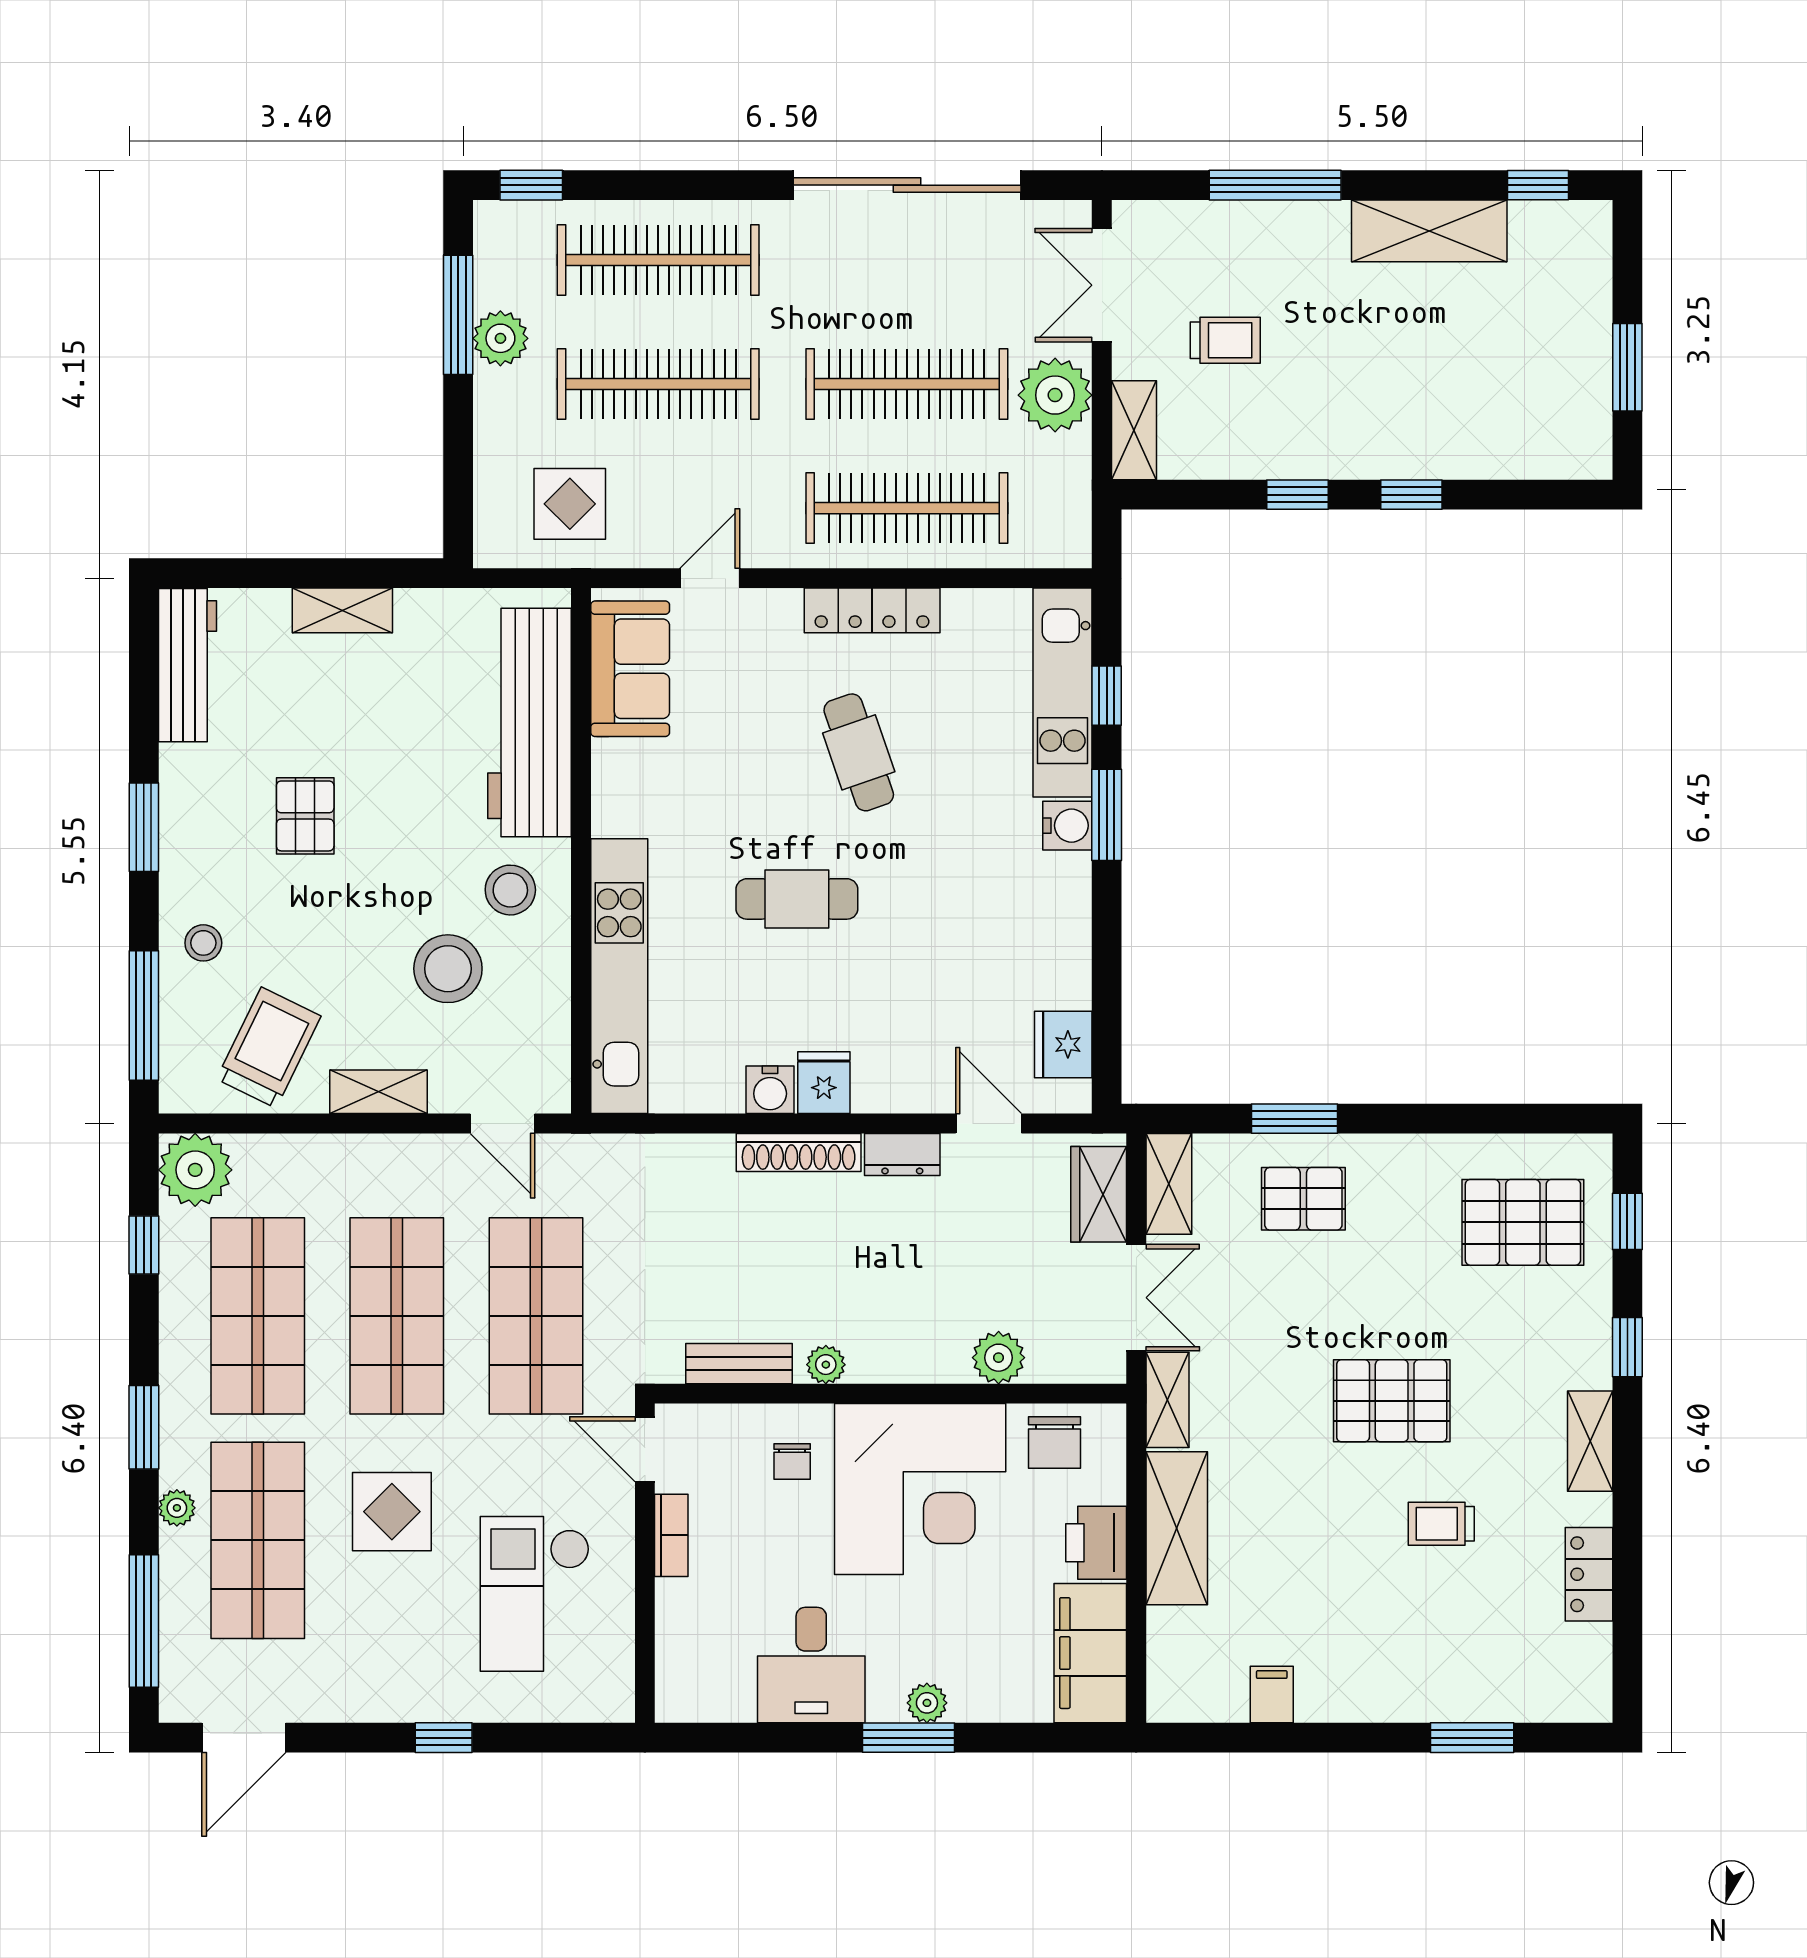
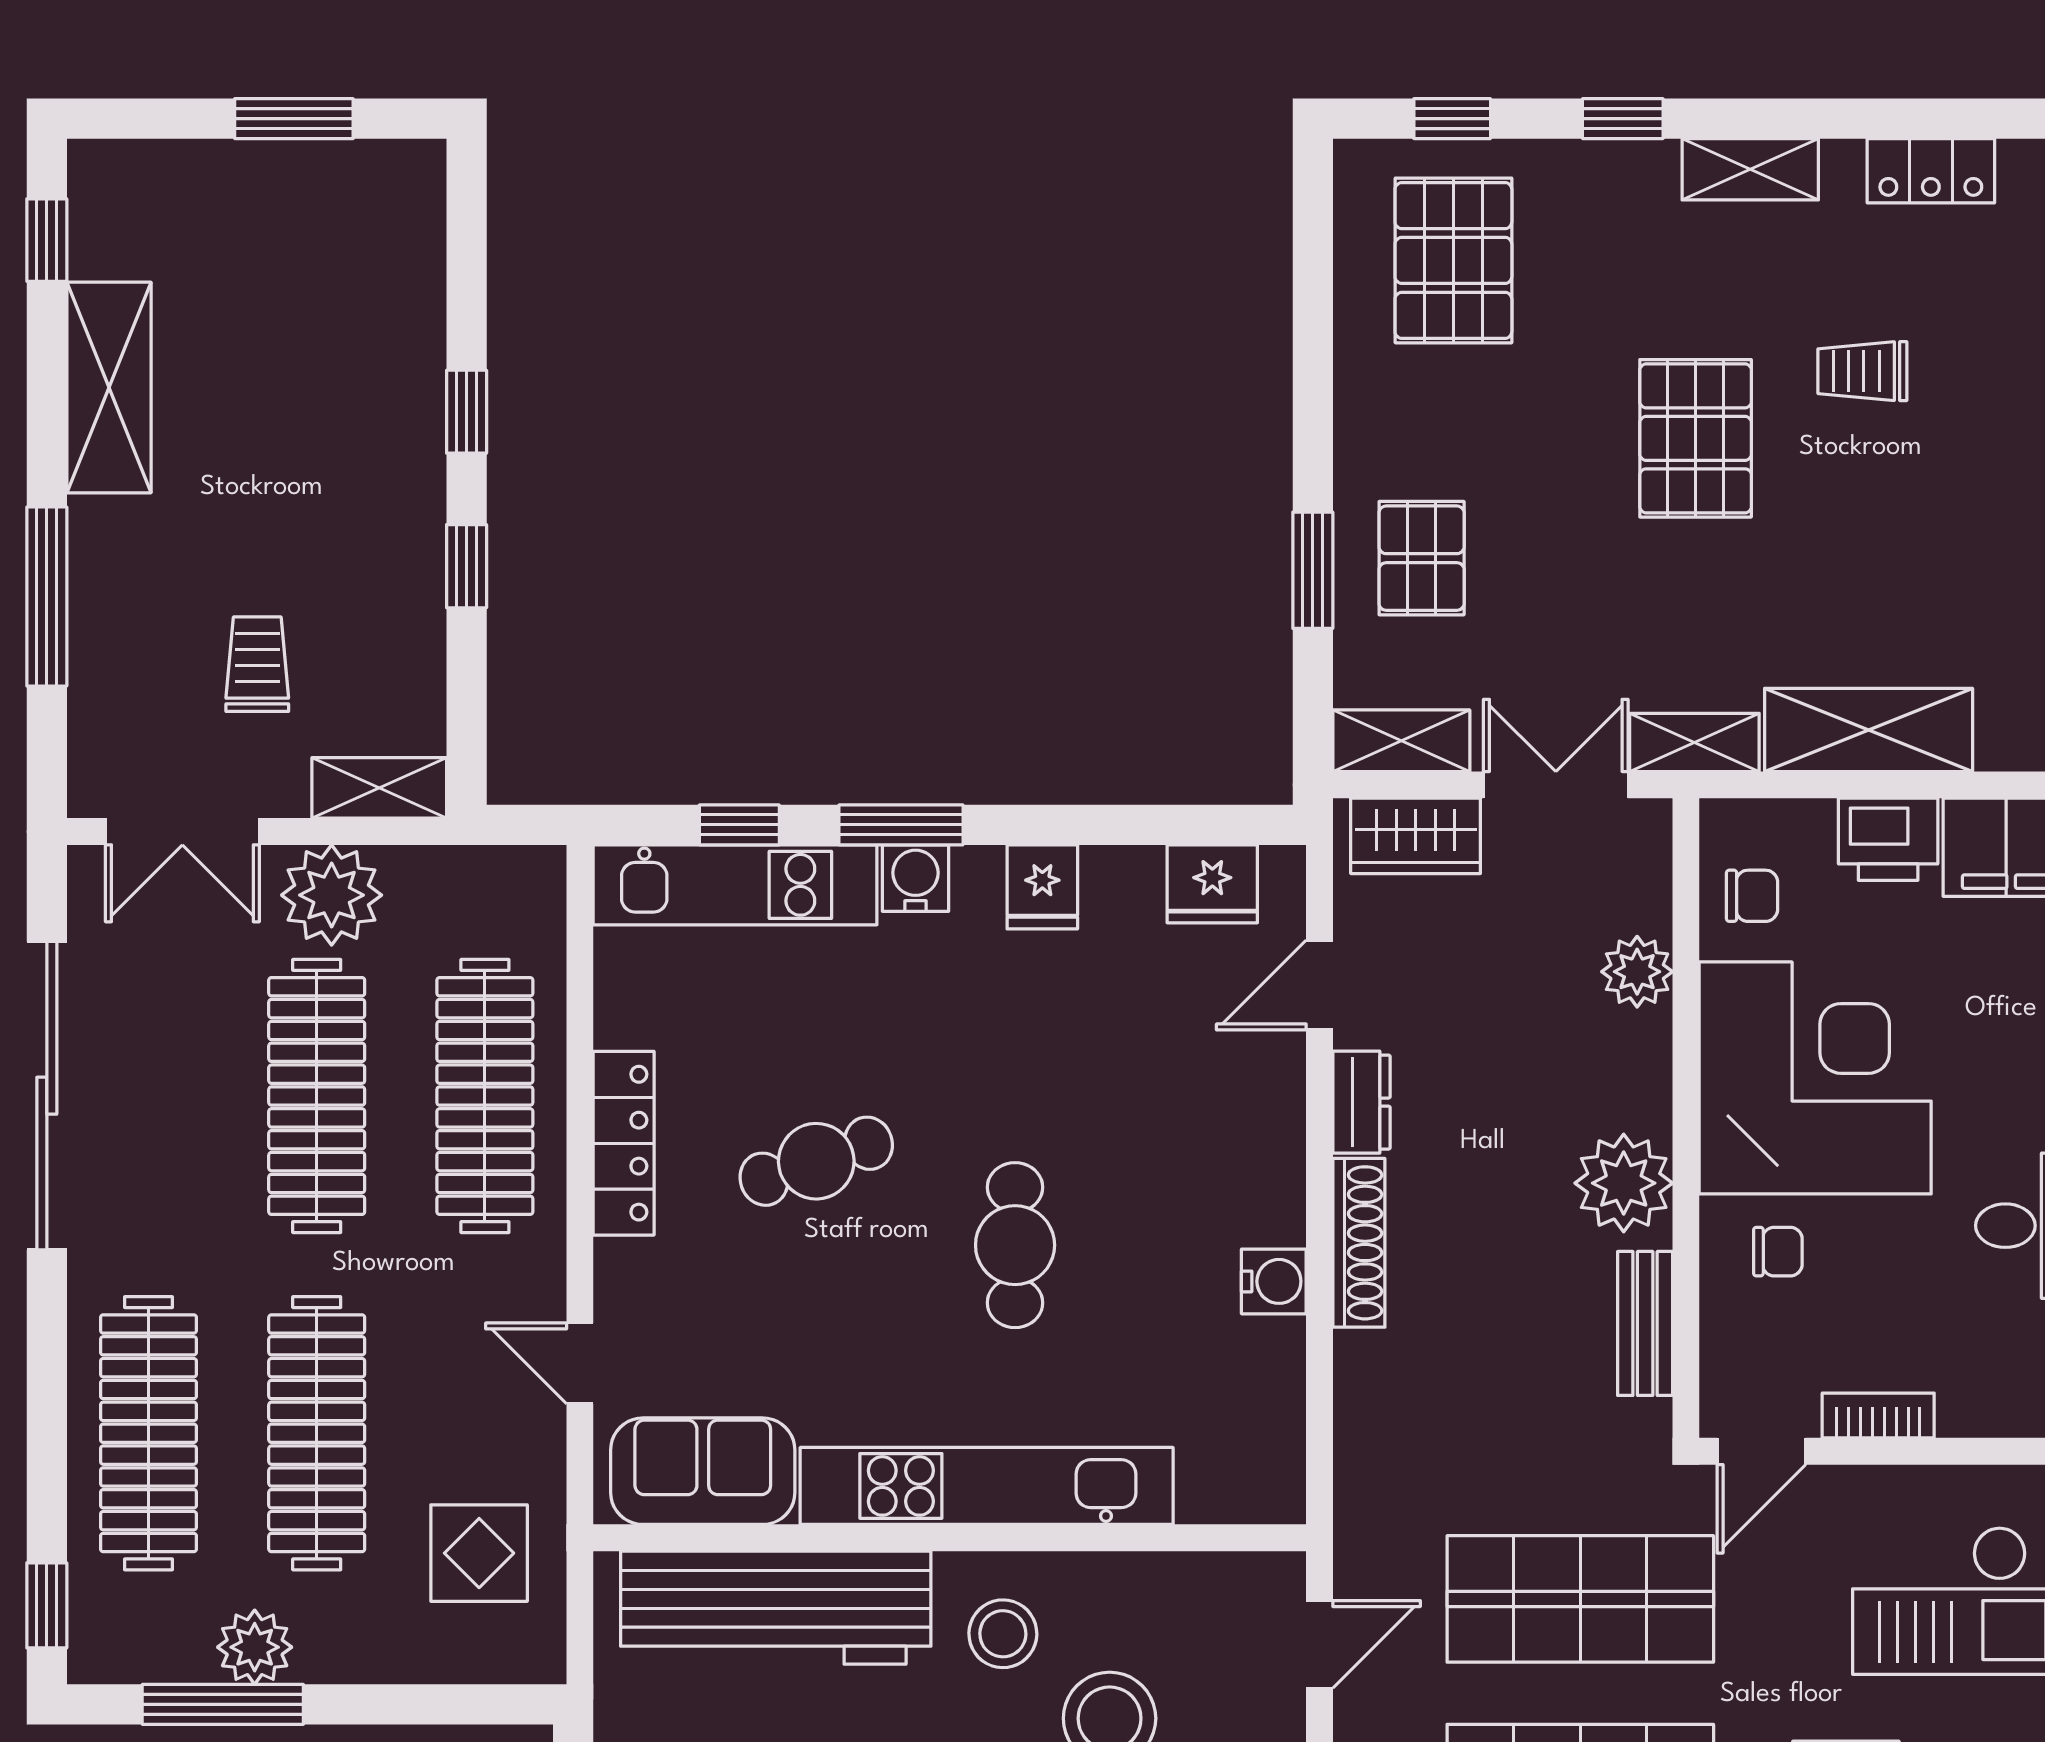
kitchen unit: (619, 976) -> (987, 1486), moved
fridge: (824, 1083) -> (1042, 887), moved, turned -90
plant: (826, 1365) -> (1624, 1183), width x1.87, depth x1.87
chair: (1054, 1442) -> (1752, 896), width x0.73, depth x0.73
trolley: (1441, 1524) -> (1862, 371), turned 90

